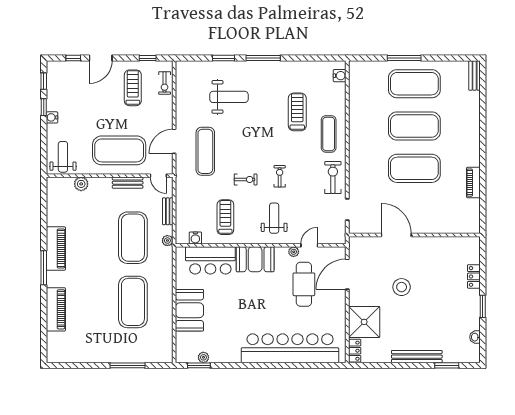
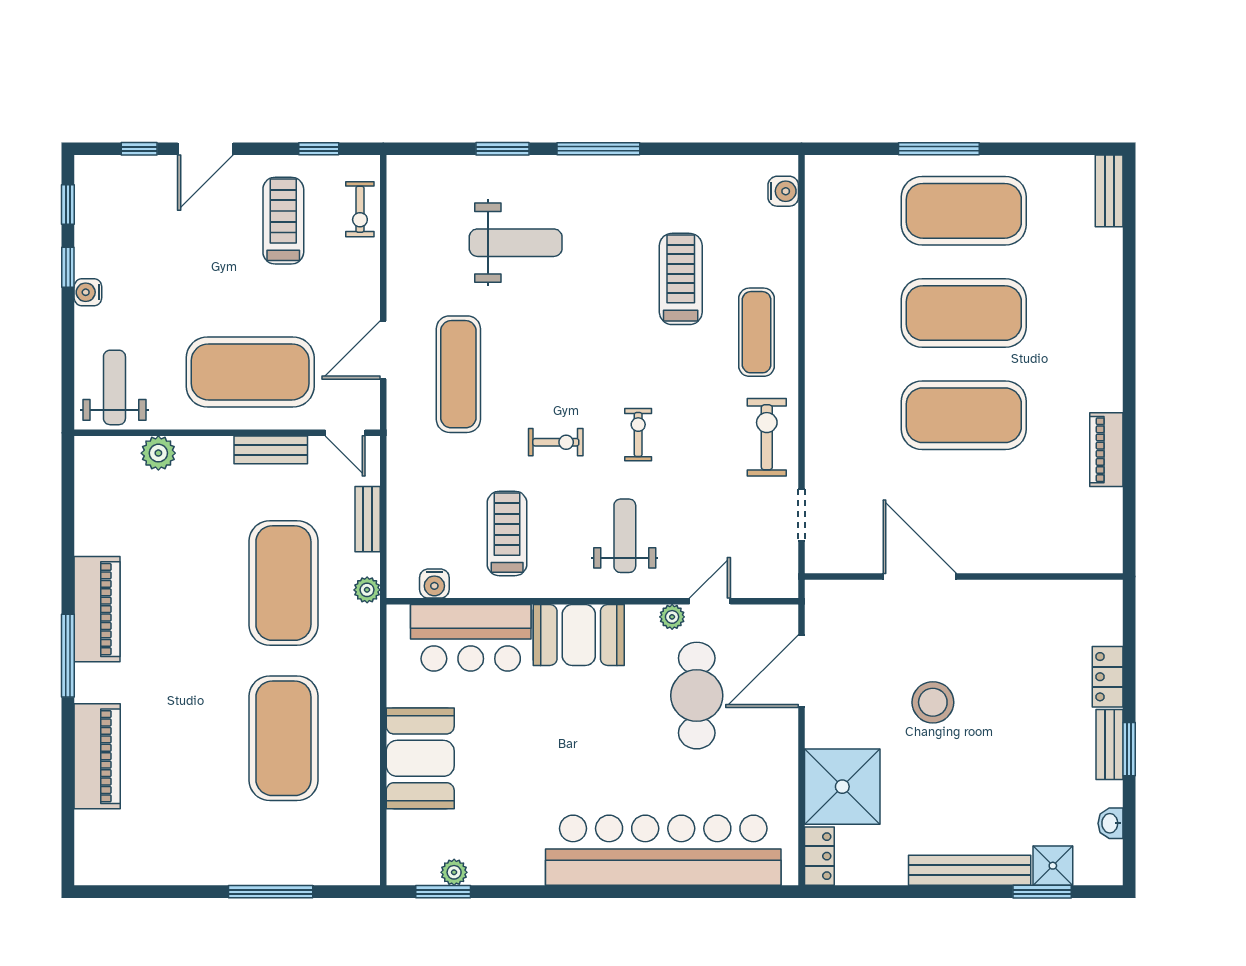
bench: (475, 305) -> (1110, 745), added
shower: (451, 355) -> (1053, 866), added

